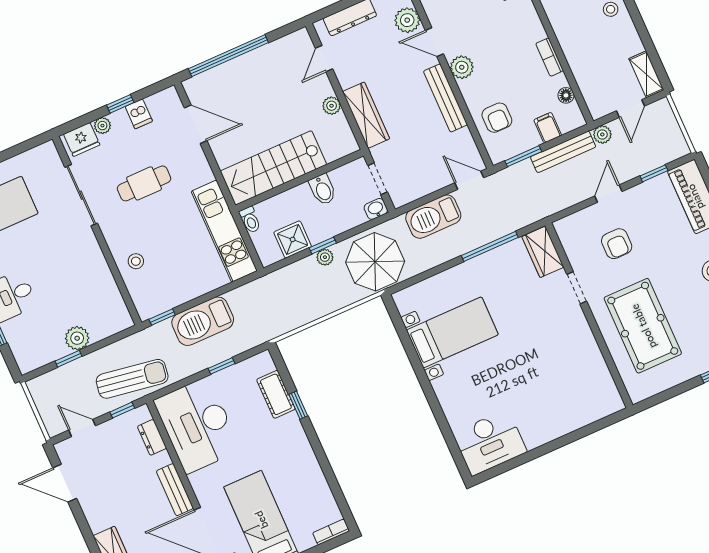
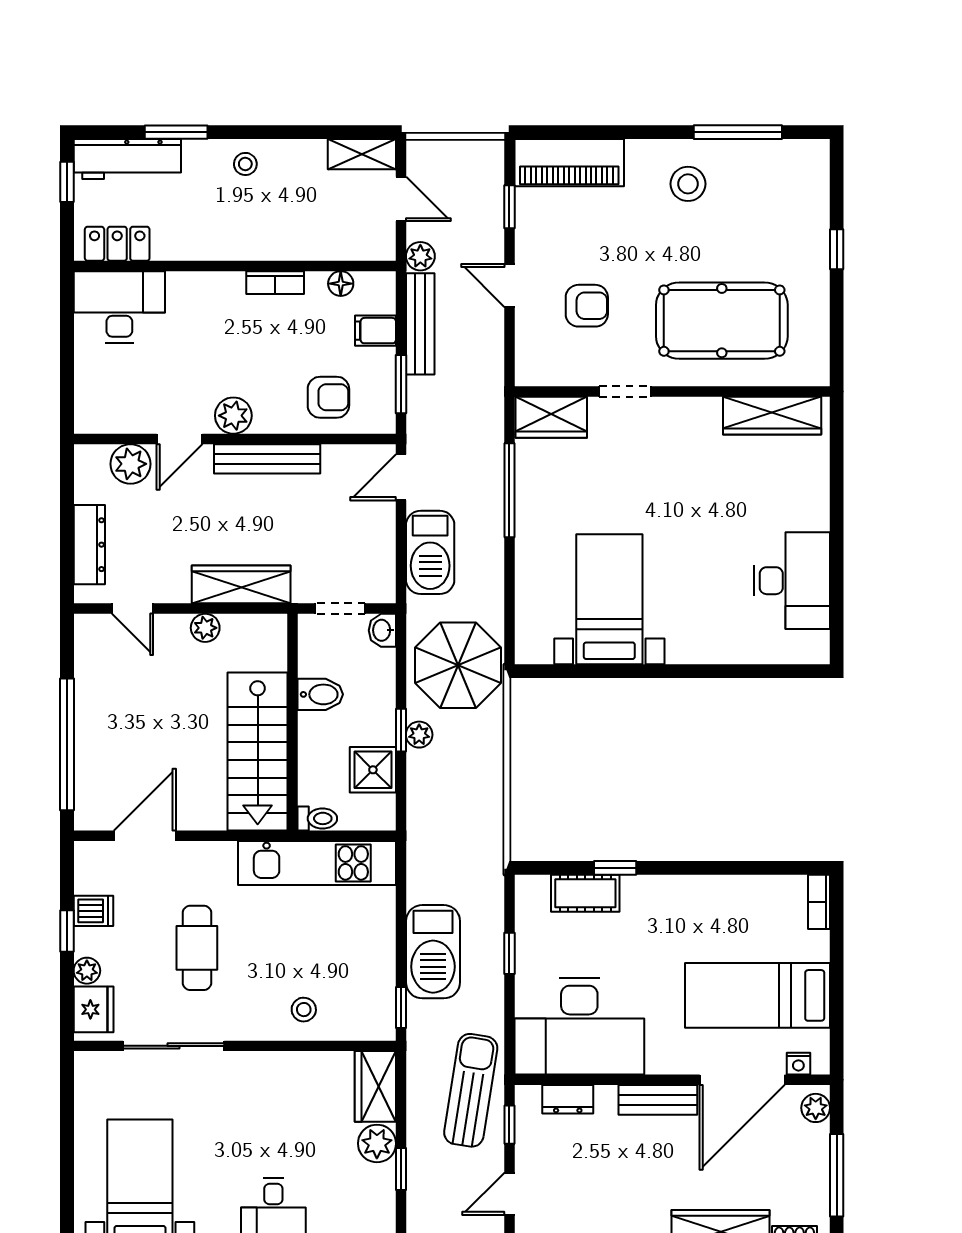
wardrobe: (110, 323) -> (375, 1086), added
wardrobe: (601, 379) -> (772, 416), added
desk: (490, 442) -> (792, 581), moved

